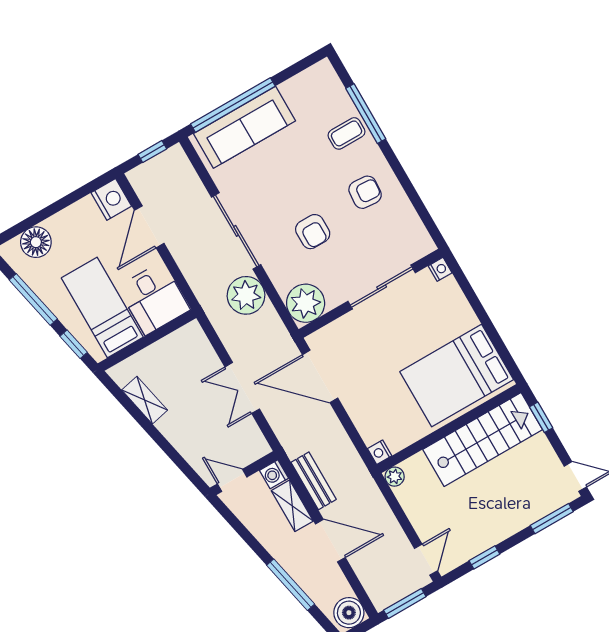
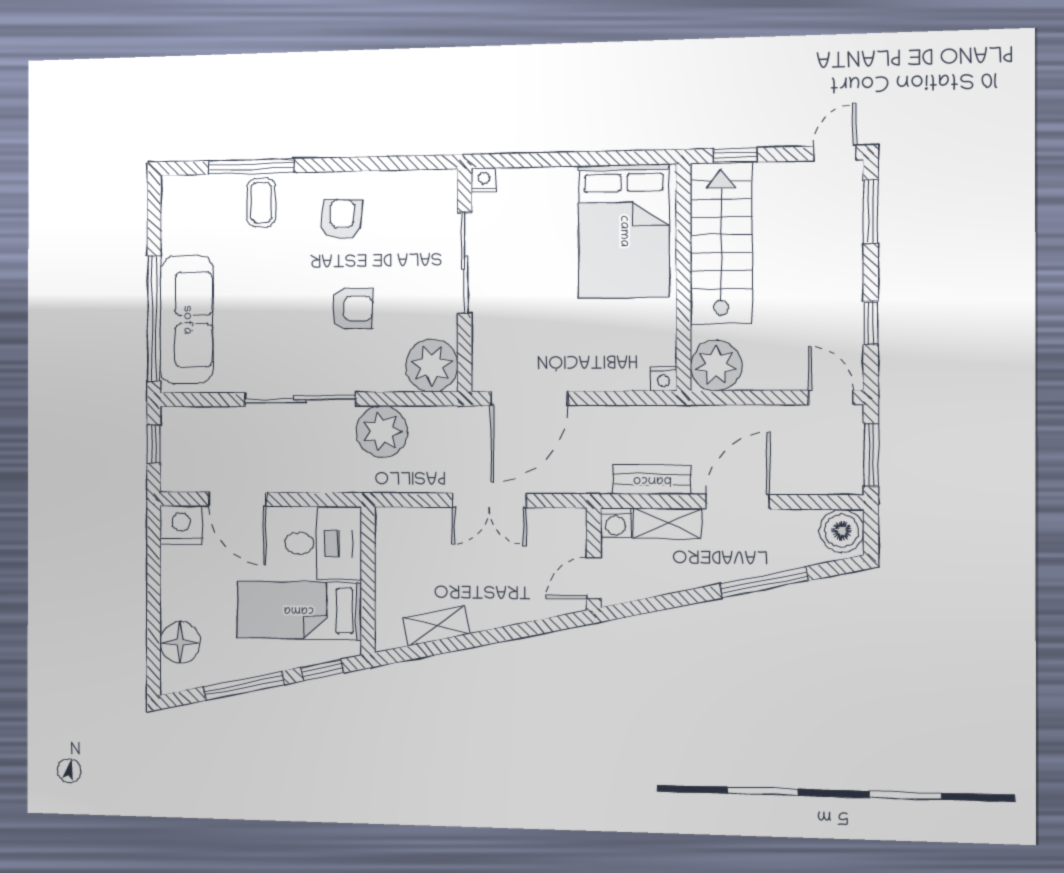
plant: (395, 477) -> (716, 365), width x1.87, depth x1.87

